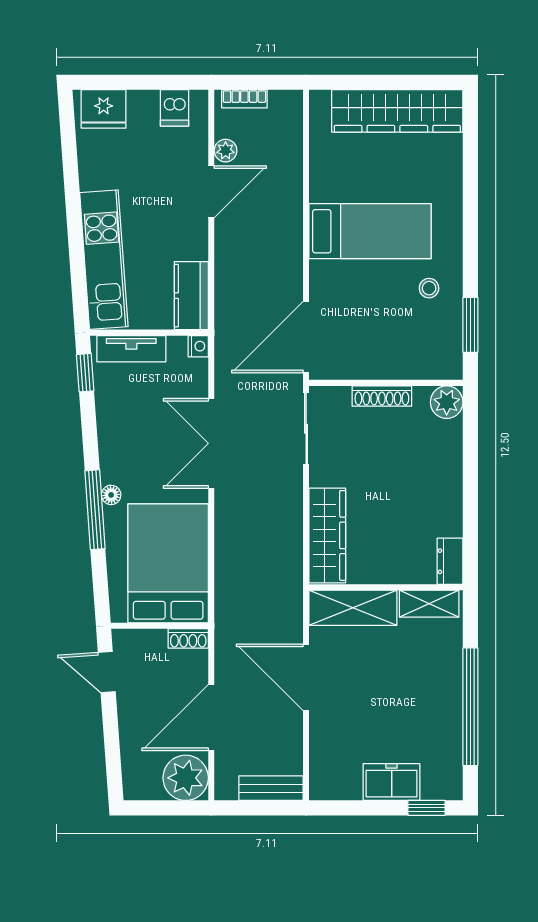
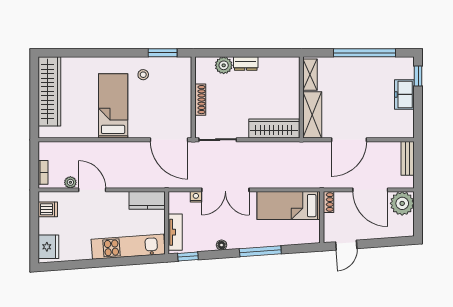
nightstand: (198, 346) -> (196, 197), moved
plant: (447, 402) -> (224, 65), moved
floor lamp: (111, 495) -> (222, 245), moved
dresser: (450, 561) -> (246, 64), moved
bed: (168, 563) -> (289, 206), width x0.67

